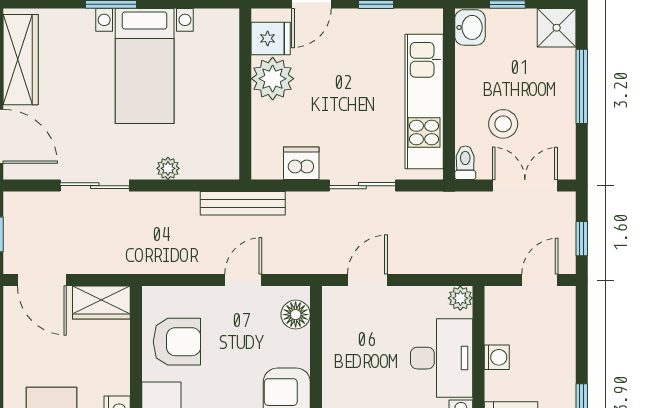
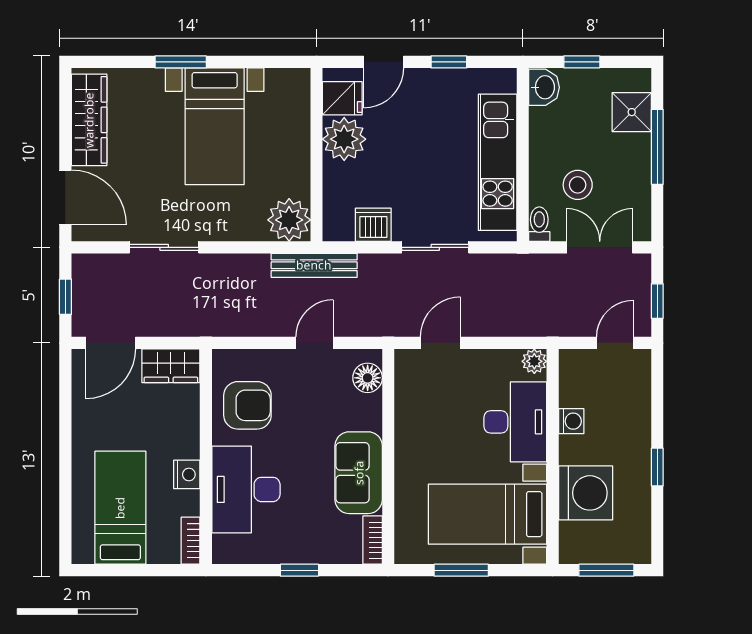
shower: (557, 28) -> (632, 112), moved
plant: (168, 168) -> (289, 220), moved, width x1.87, depth x1.87
door: (42, 280) -> (111, 343), hinge flipped

